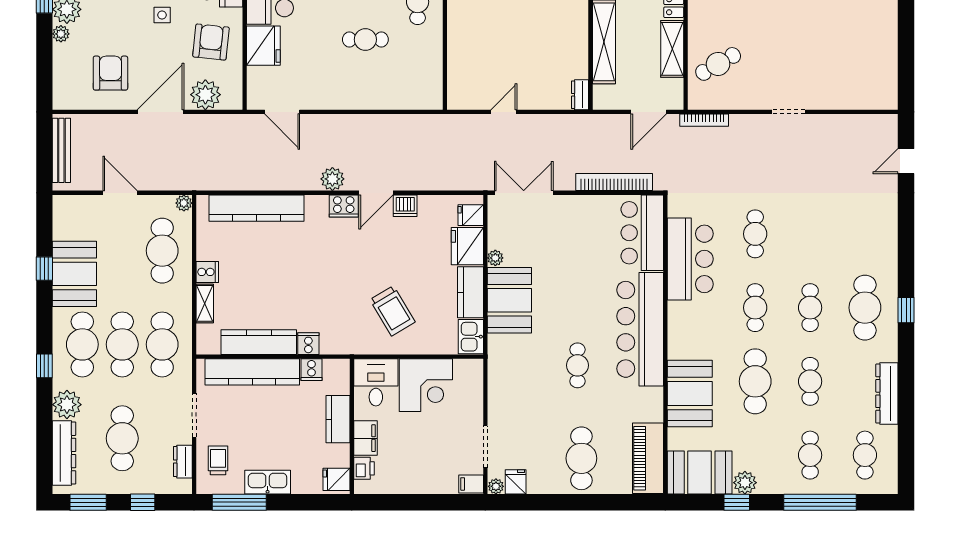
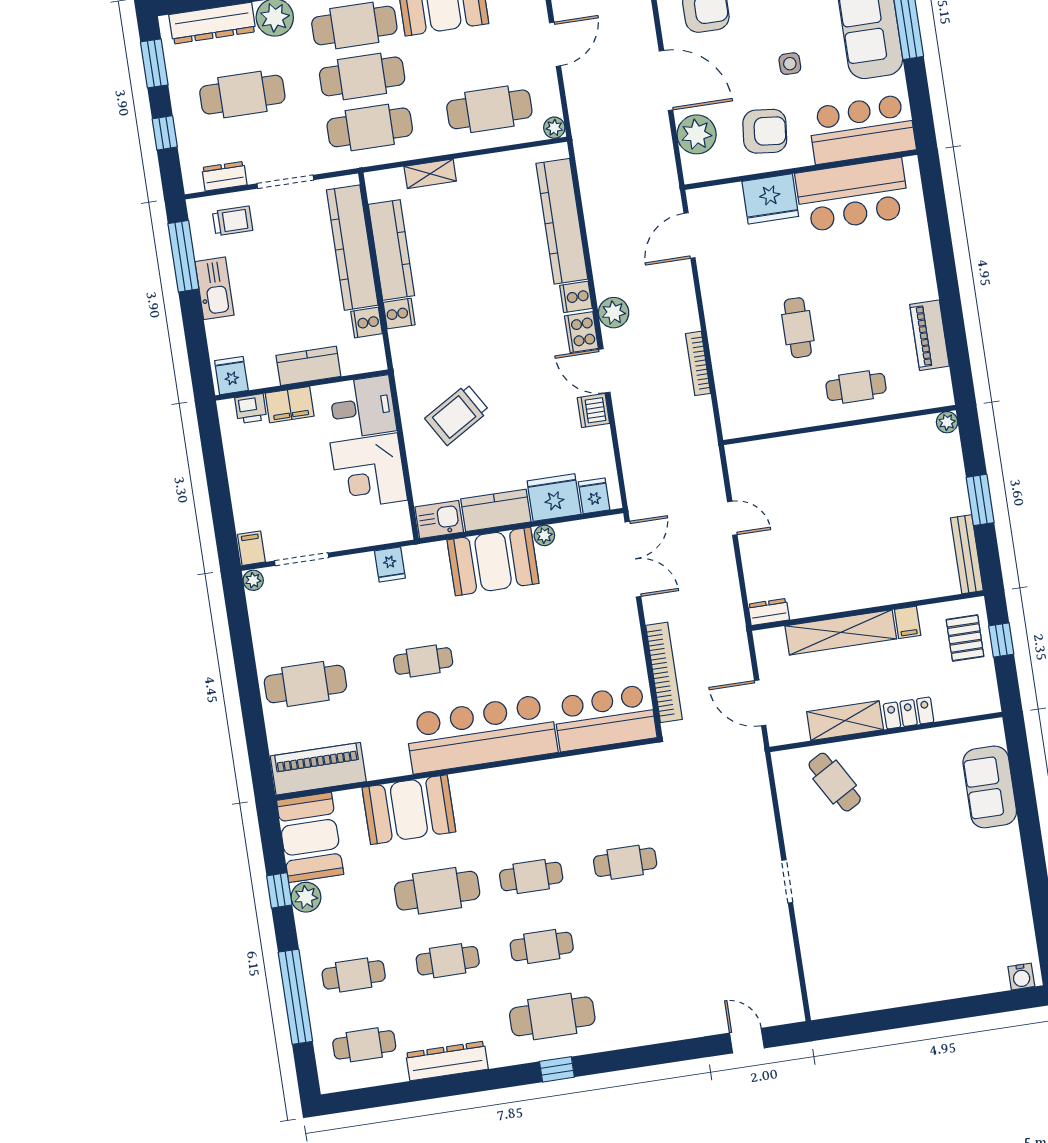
bookcase: (704, 120) -> (698, 363), moved
bar counter: (690, 259) -> (581, 784), removed
cooker: (207, 272) -> (576, 297), moved, turned 90
fridge: (516, 482) -> (390, 564), moved, turned 90

